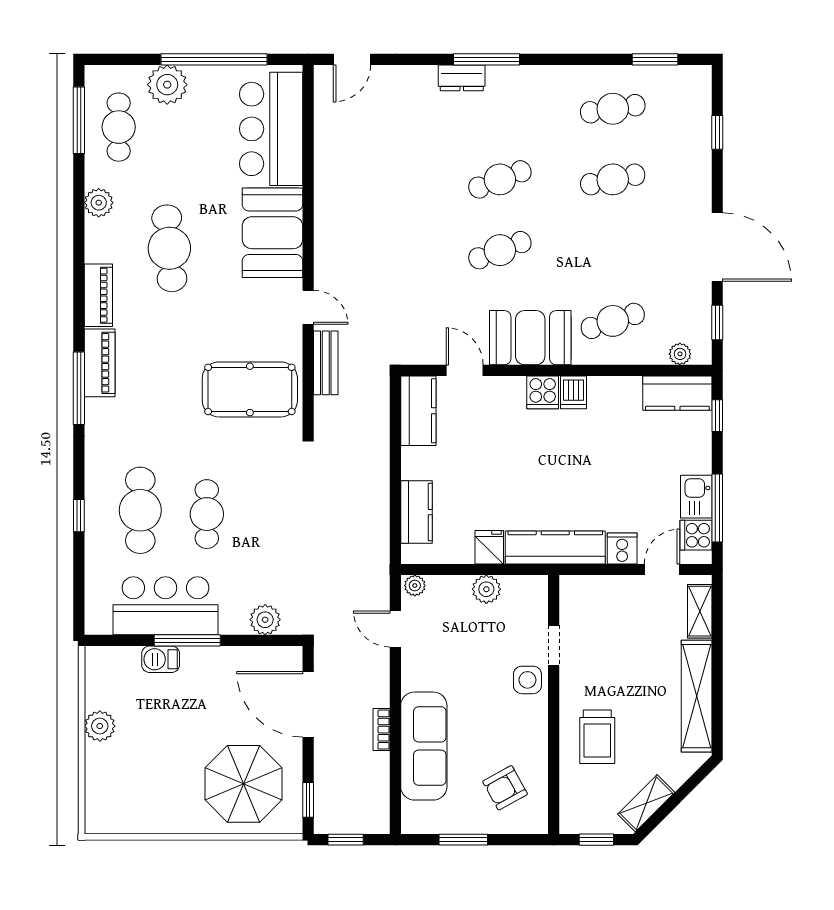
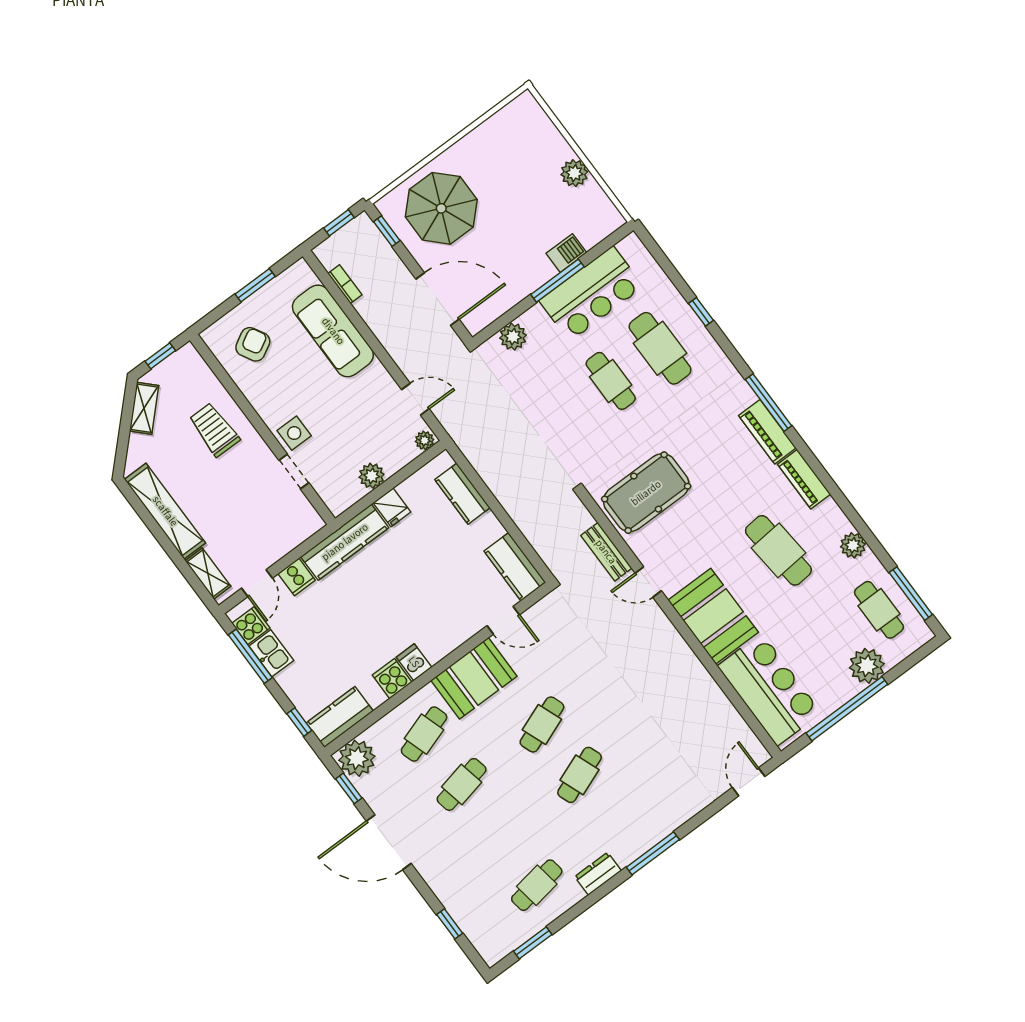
dresser: (462, 78) -> (598, 874), moved
cafe table: (613, 179) -> (462, 784), moved
plant: (680, 354) -> (357, 758), width x1.87, depth x1.87
cooker: (543, 392) -> (392, 679), moved
bookcase: (381, 730) -> (345, 284), moved

